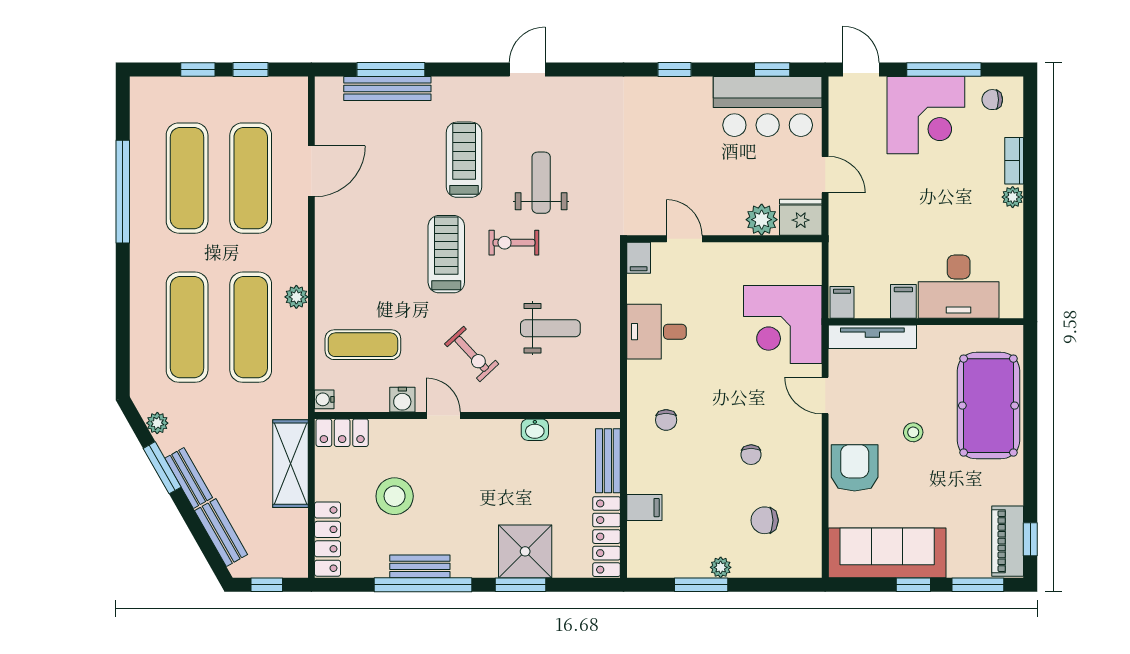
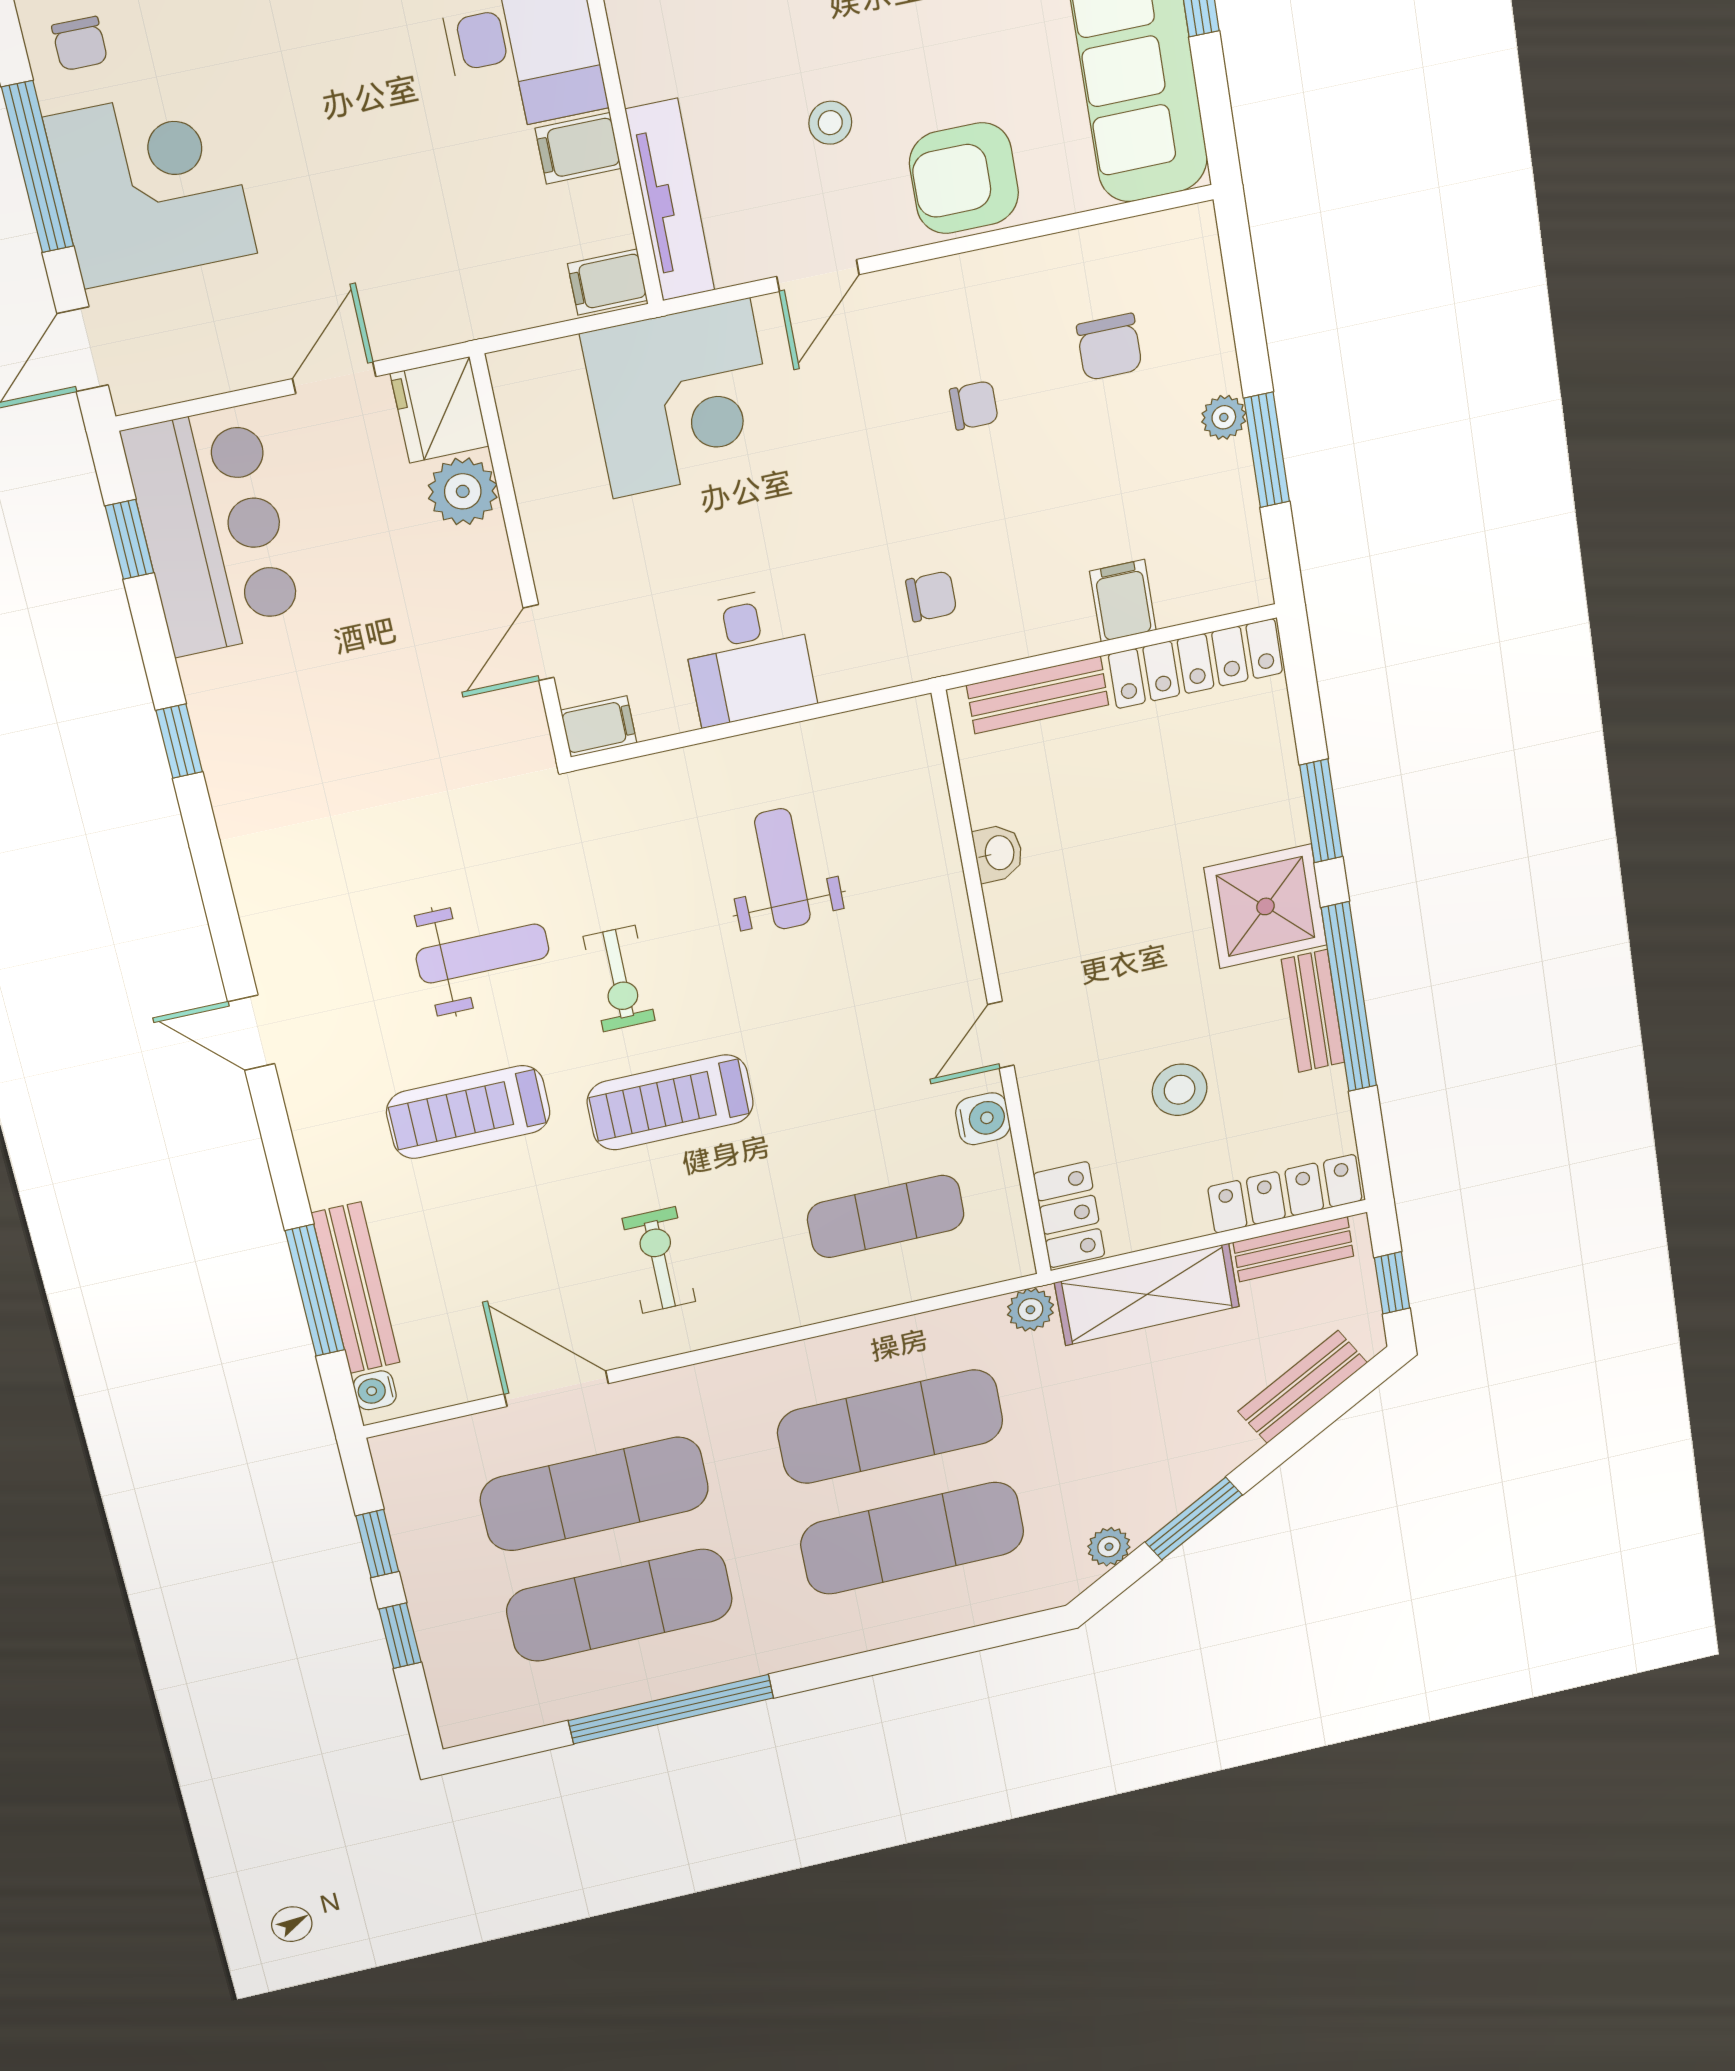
weight bench: (541, 183) -> (483, 954), turned 180
plant: (296, 297) -> (1030, 1310), moved
exercise mat: (363, 345) -> (886, 1216), turned 90
exercise bike: (472, 354) -> (659, 1260), moved, turned -47
water cooler: (324, 399) -> (375, 1390), moved, turned 90
stool: (913, 432) -> (830, 123), moved
bench: (189, 478) -> (1293, 1249), moved, turned 30
stool: (395, 496) -> (1180, 1090), width x0.73, depth x0.73
shower: (525, 551) -> (1266, 906), moved

